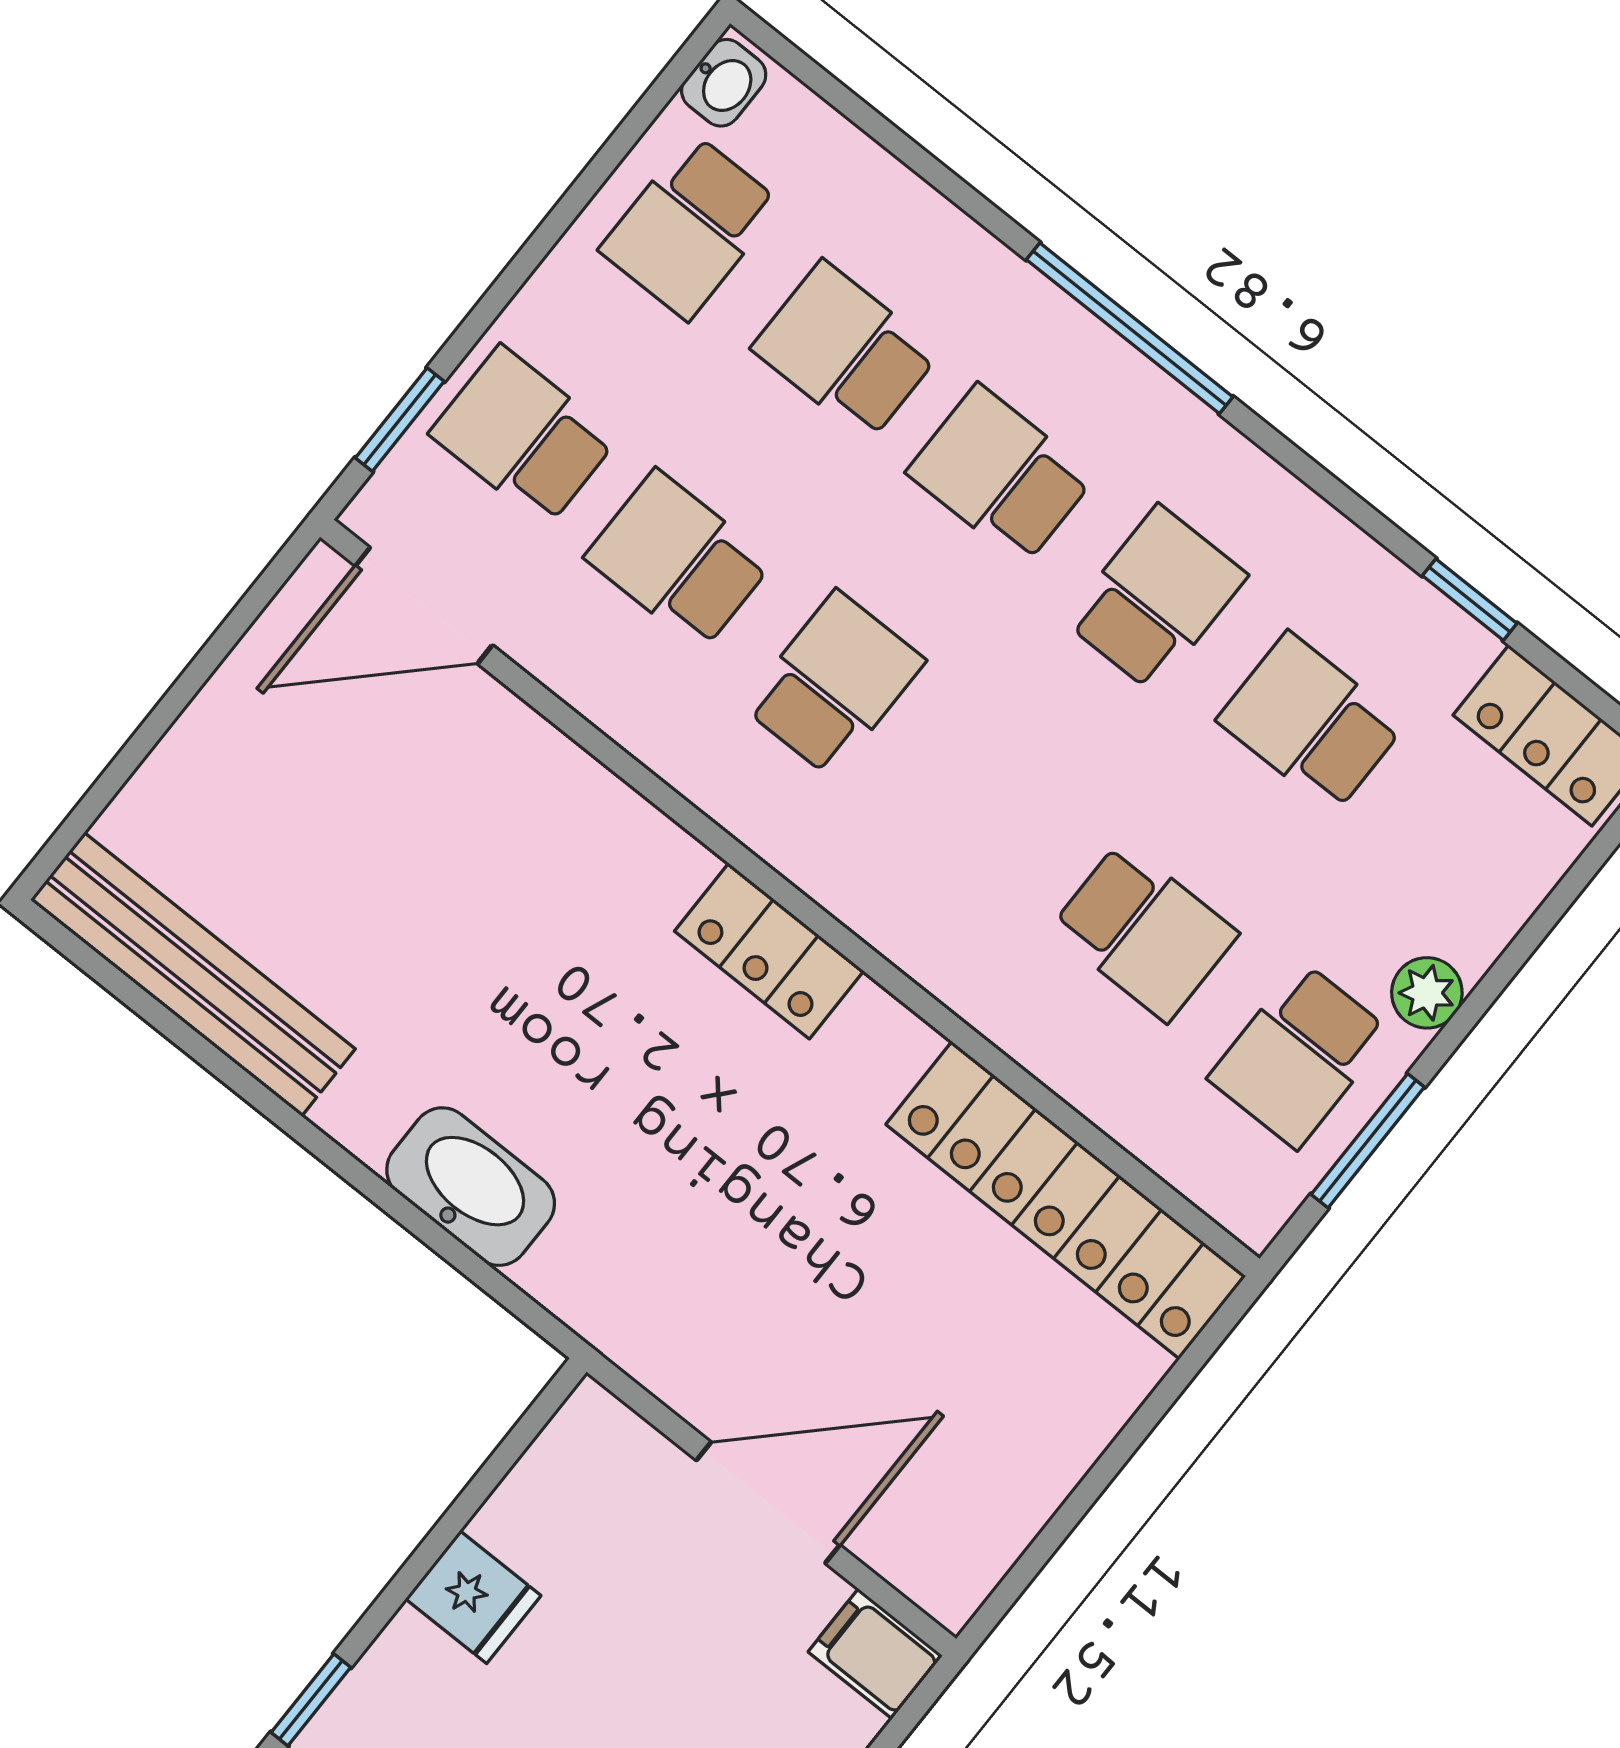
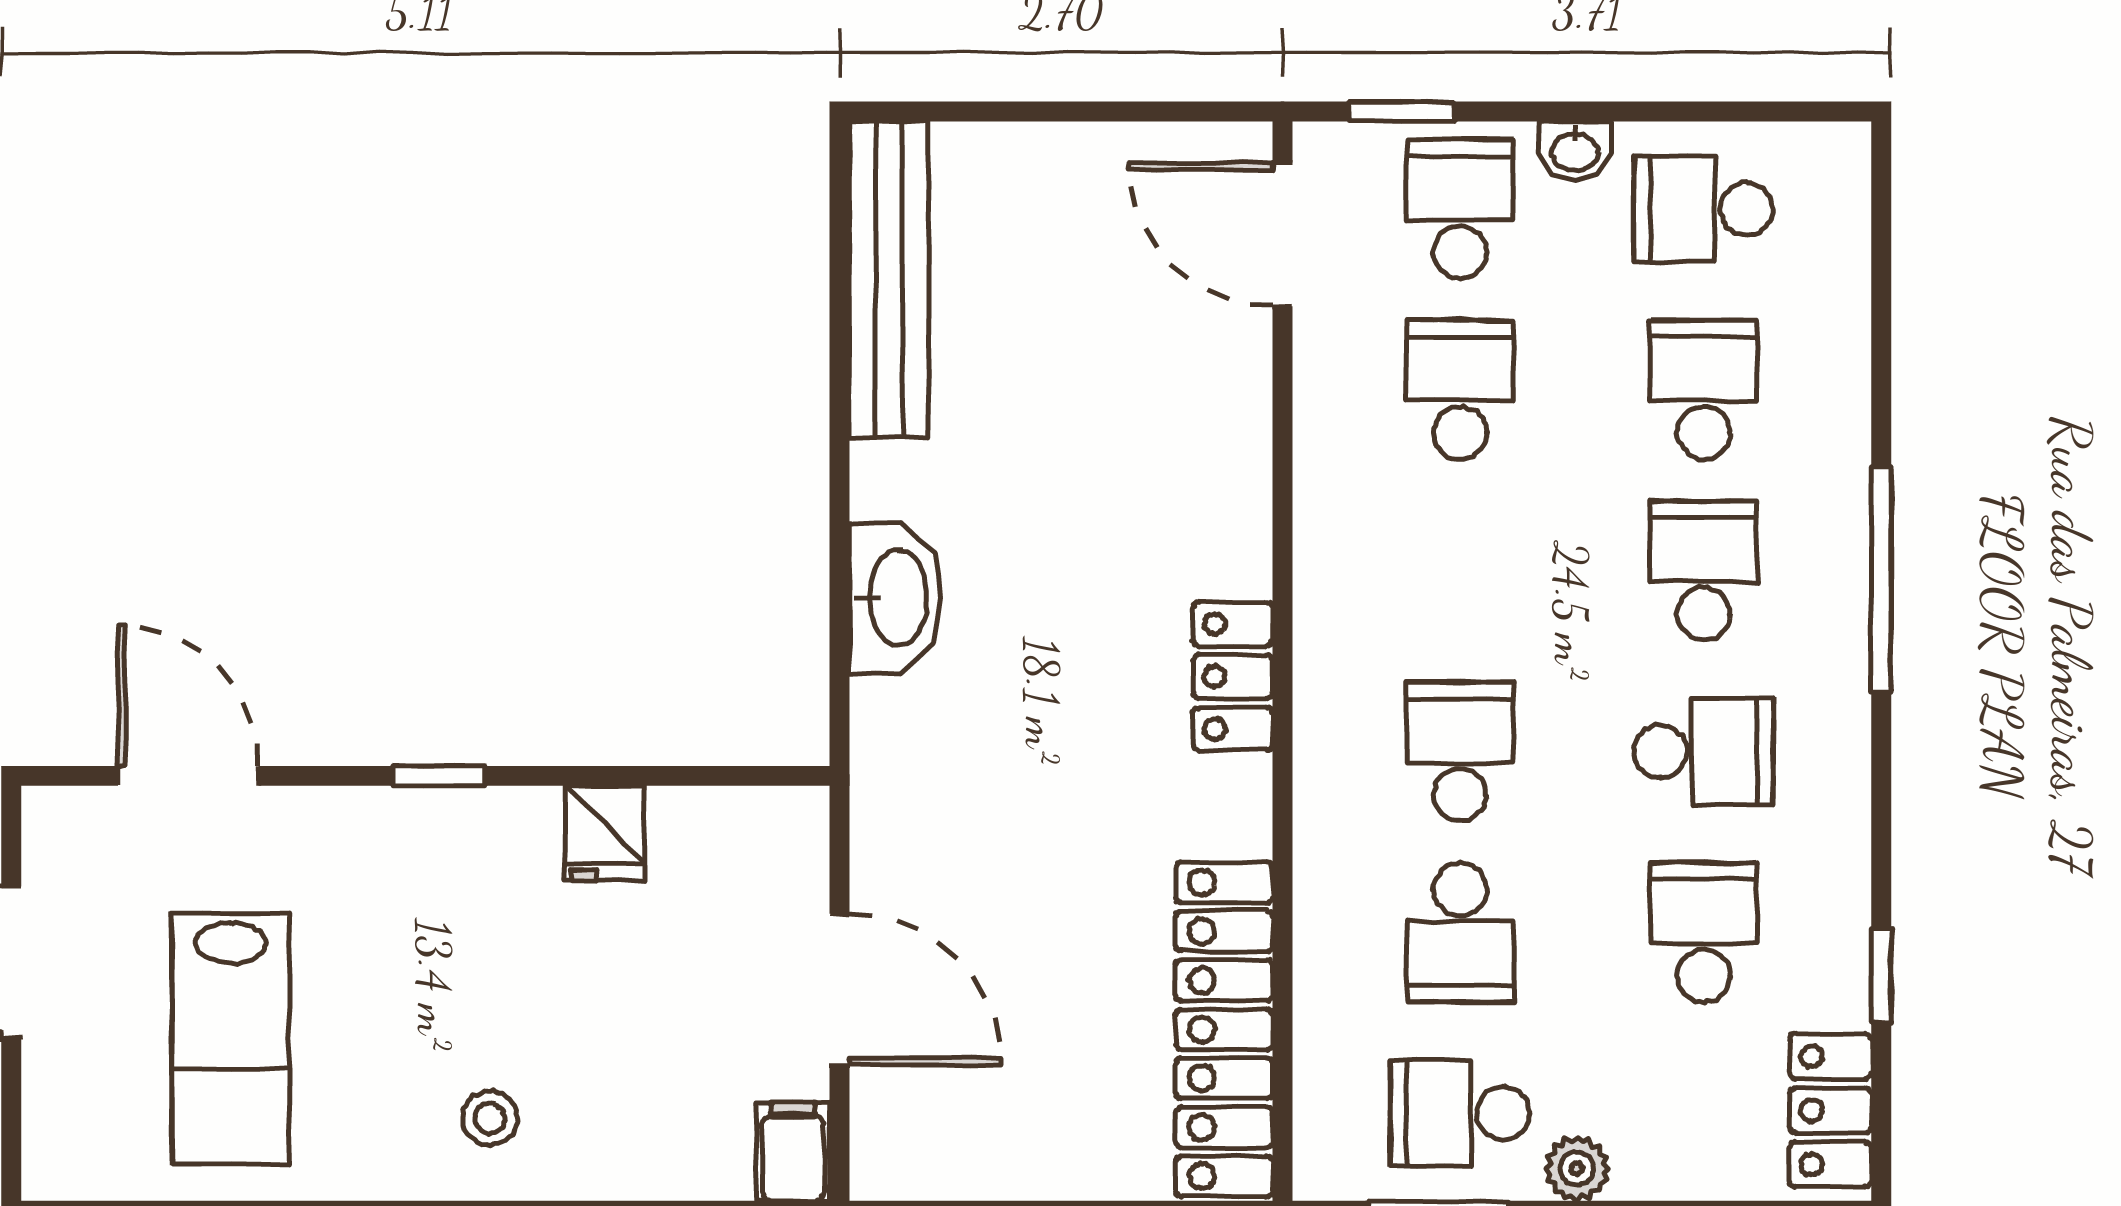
washbasin: (724, 83) -> (1575, 151), moved
school desk: (834, 684) -> (1460, 752), moved, turned -90

